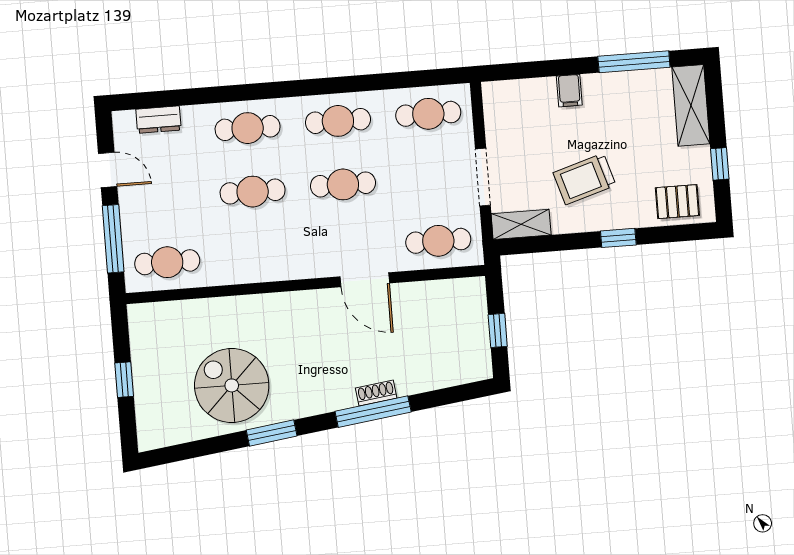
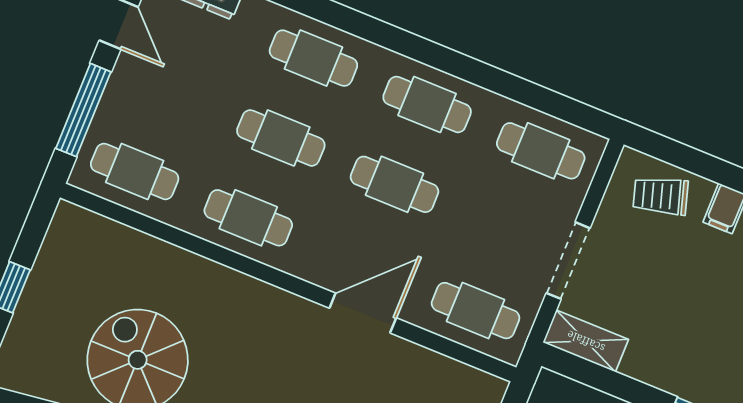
trolley: (584, 179) -> (661, 196), moved, width x0.73, depth x0.72
cafe table: (258, 255) -> (248, 218), added
door: (365, 280) -> (363, 313), swing flipped

